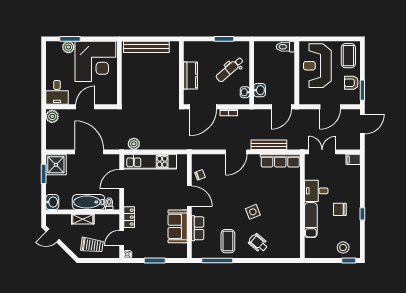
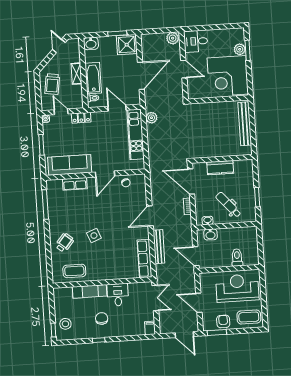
toilet: (285, 47) -> (237, 258), moved
door: (236, 152) -> (150, 216), hinge flipped
sofa: (178, 226) -> (70, 165), width x1.36
coffee table: (228, 241) -> (74, 271), moved

